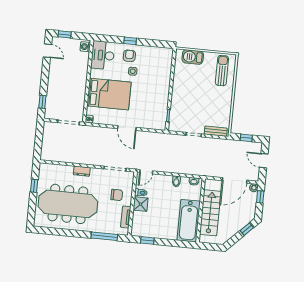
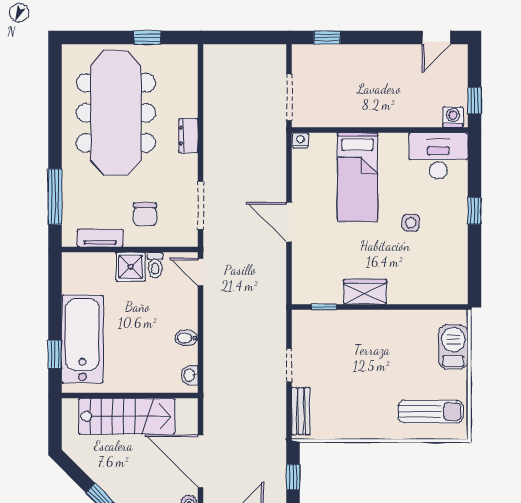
window: (65, 34) -> (475, 100), moved
armchair: (129, 56) -> (443, 212), removed
bed: (109, 94) -> (357, 177), width x0.67
wardrobe: (163, 96) -> (365, 292), added
door: (127, 128) -> (289, 222), hinge flipped
bathtub: (189, 221) -> (82, 339), moved, turned 90
window: (147, 240) -> (55, 354), moved

